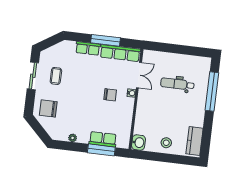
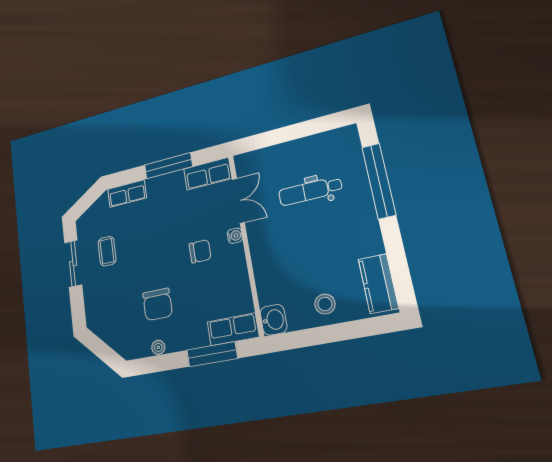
row of seats: (88, 48) -> (127, 194), moved
row of seats: (120, 53) -> (208, 174), width x0.68
chair: (48, 108) -> (157, 304), moved, turned -90
row of seats: (103, 139) -> (233, 329), moved

